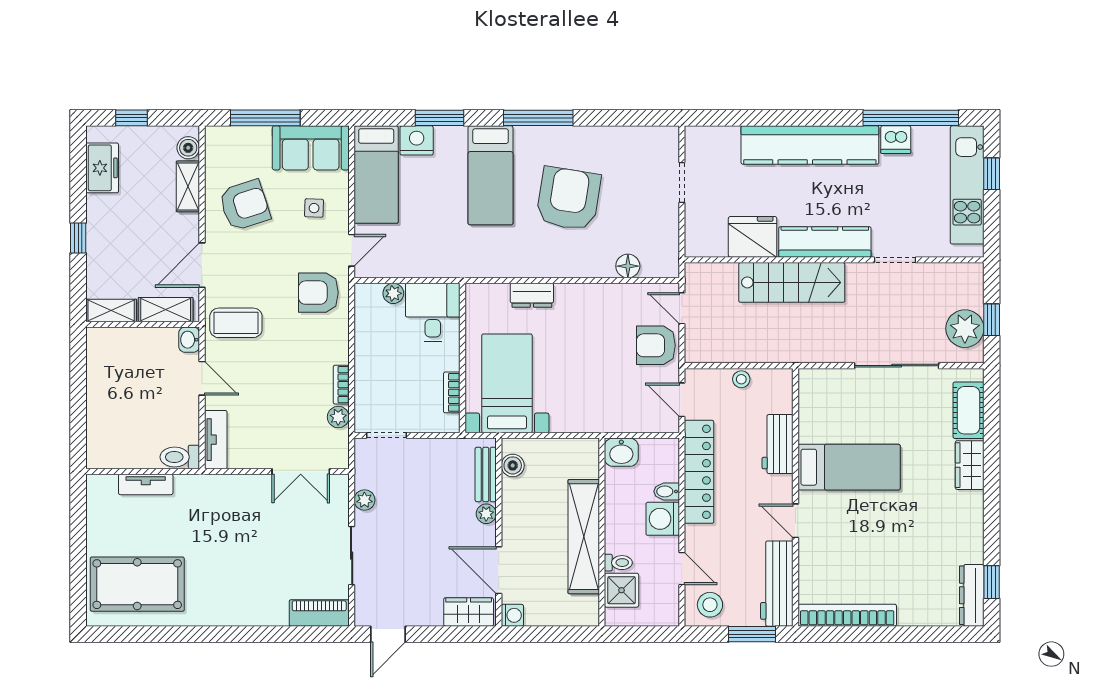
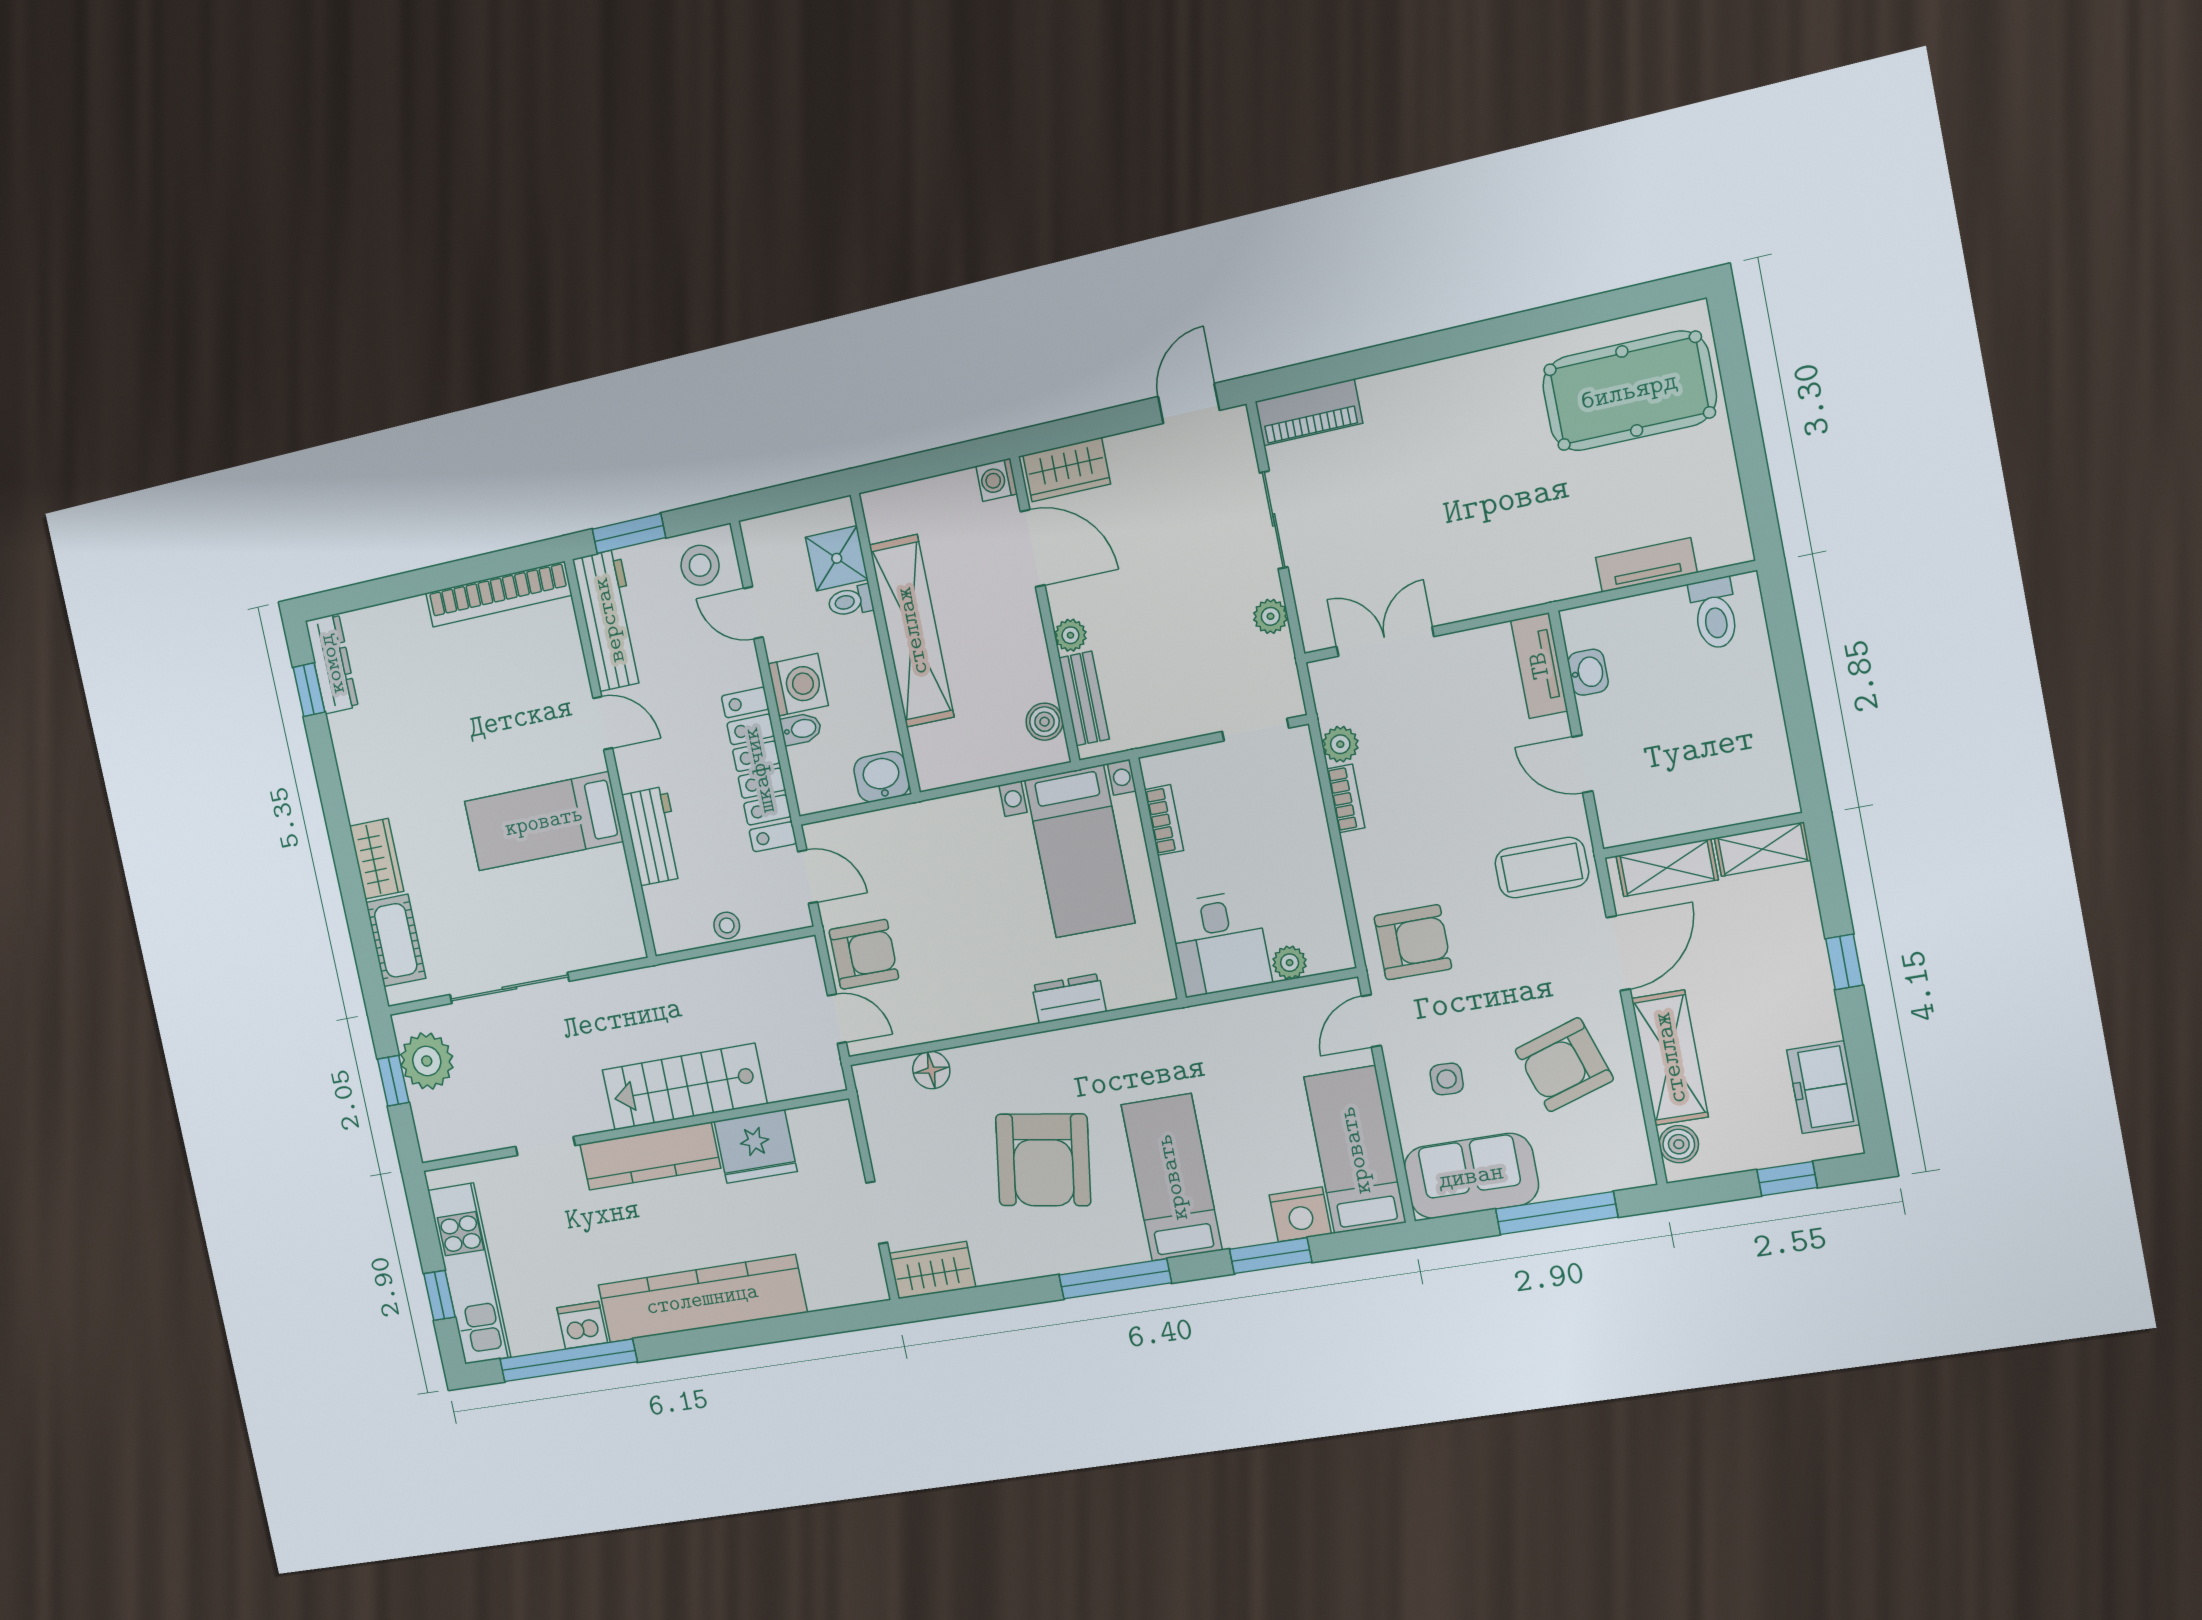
wardrobe: (653, 141) -> (932, 1270), added
shelving: (188, 186) -> (1670, 1058), width x1.50, depth x1.33
washbasin: (189, 340) -> (1588, 672), moved
toilet: (180, 457) -> (1715, 613), moved, turned 90

